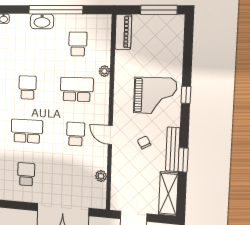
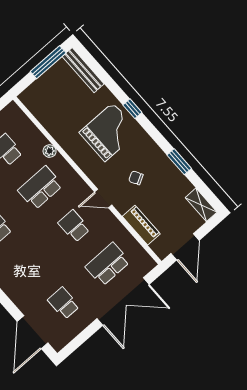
piano: (123, 32) -> (141, 225), moved
school desk: (27, 131) -> (108, 264), moved
bench: (173, 149) -> (83, 70), moved
plant: (101, 176) -> (128, 240), removed
shelving: (168, 194) -> (201, 205), width x0.67, depth x0.75

